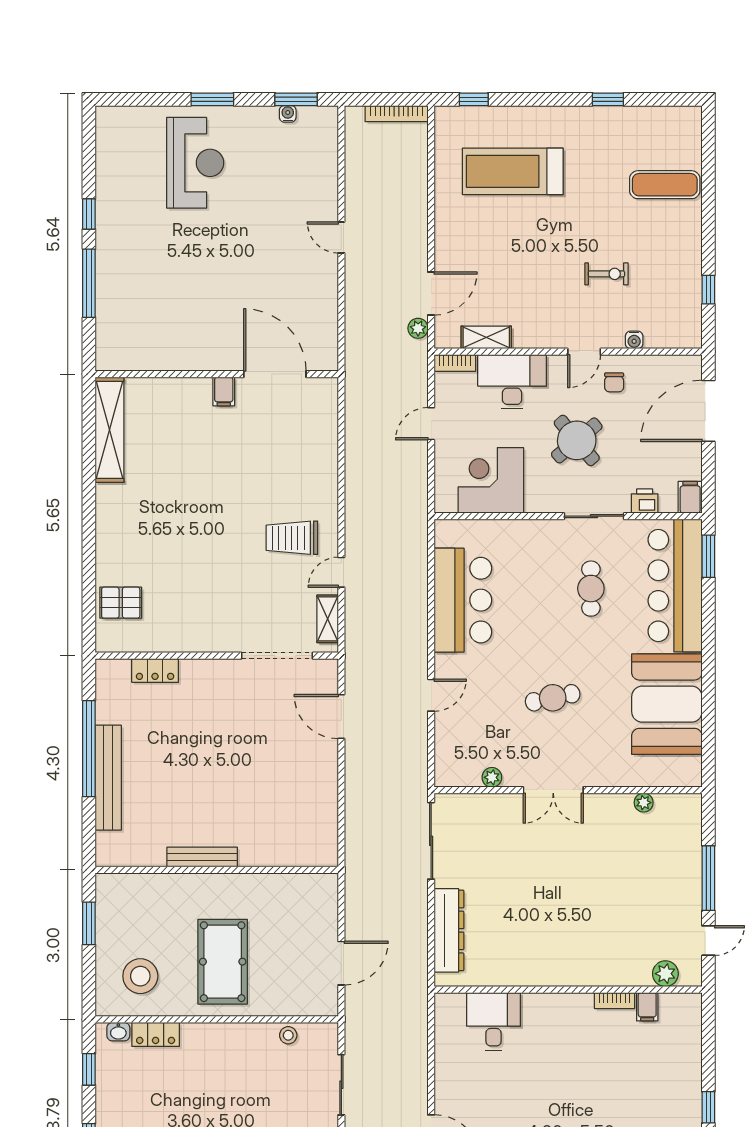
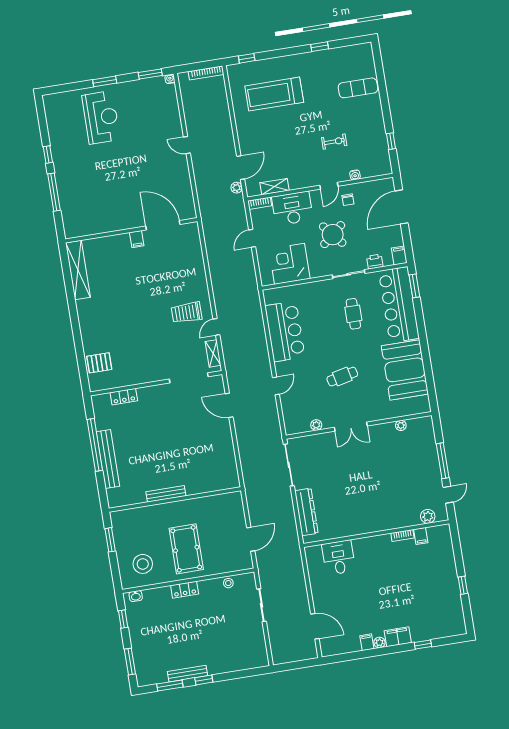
water cooler: (288, 114) -> (170, 79), moved
locker: (156, 1034) -> (185, 590), moved

